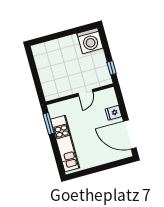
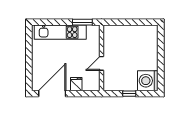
window: (112, 68) -> (129, 94), moved
door: (85, 93) -> (102, 63), hinge flipped

